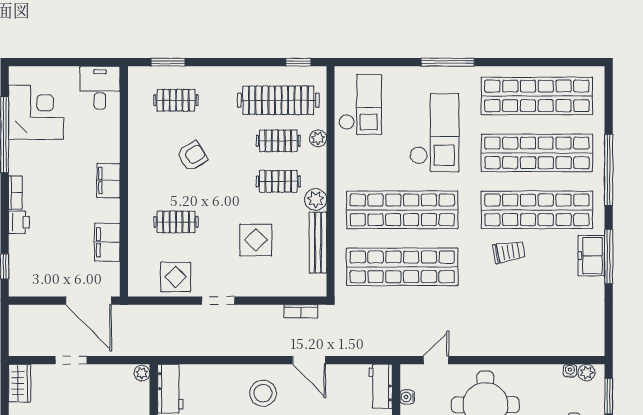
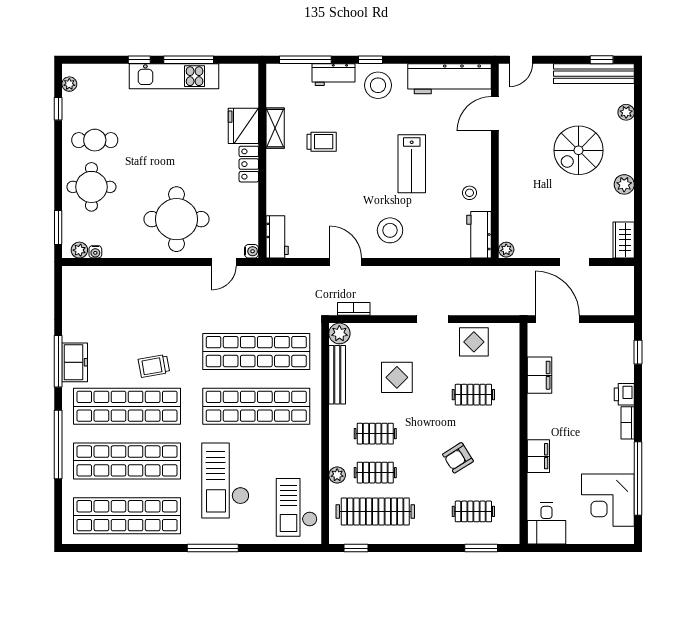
filing cabinet: (108, 181) -> (538, 456), moved
plant: (316, 200) -> (339, 333), moved
water cooler: (407, 397) -> (252, 251), moved

